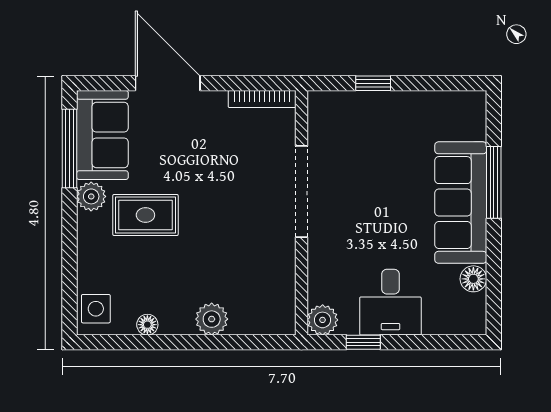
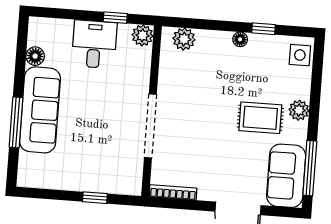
plant: (91, 196) -> (299, 110), moved
plant: (212, 319) -> (184, 39), moved
floor lamp: (147, 325) -> (240, 39), moved
window: (151, 342) -> (263, 29), added

